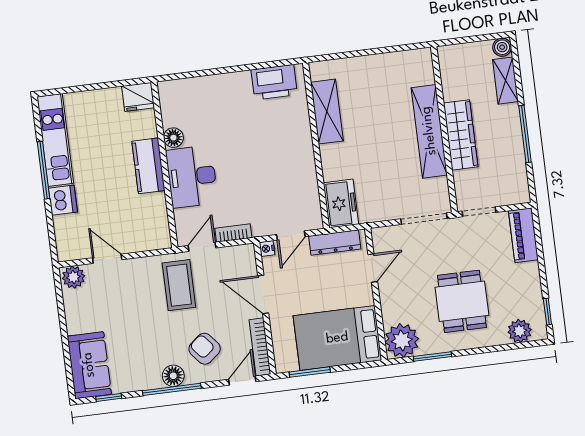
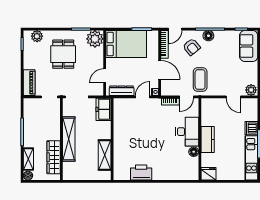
shelving: (327, 112) -> (105, 155), moved
wardrobe: (461, 135) -> (54, 157), moved
wall: (316, 146) -> (112, 139), moved
freezer: (341, 204) -> (103, 109), moved

